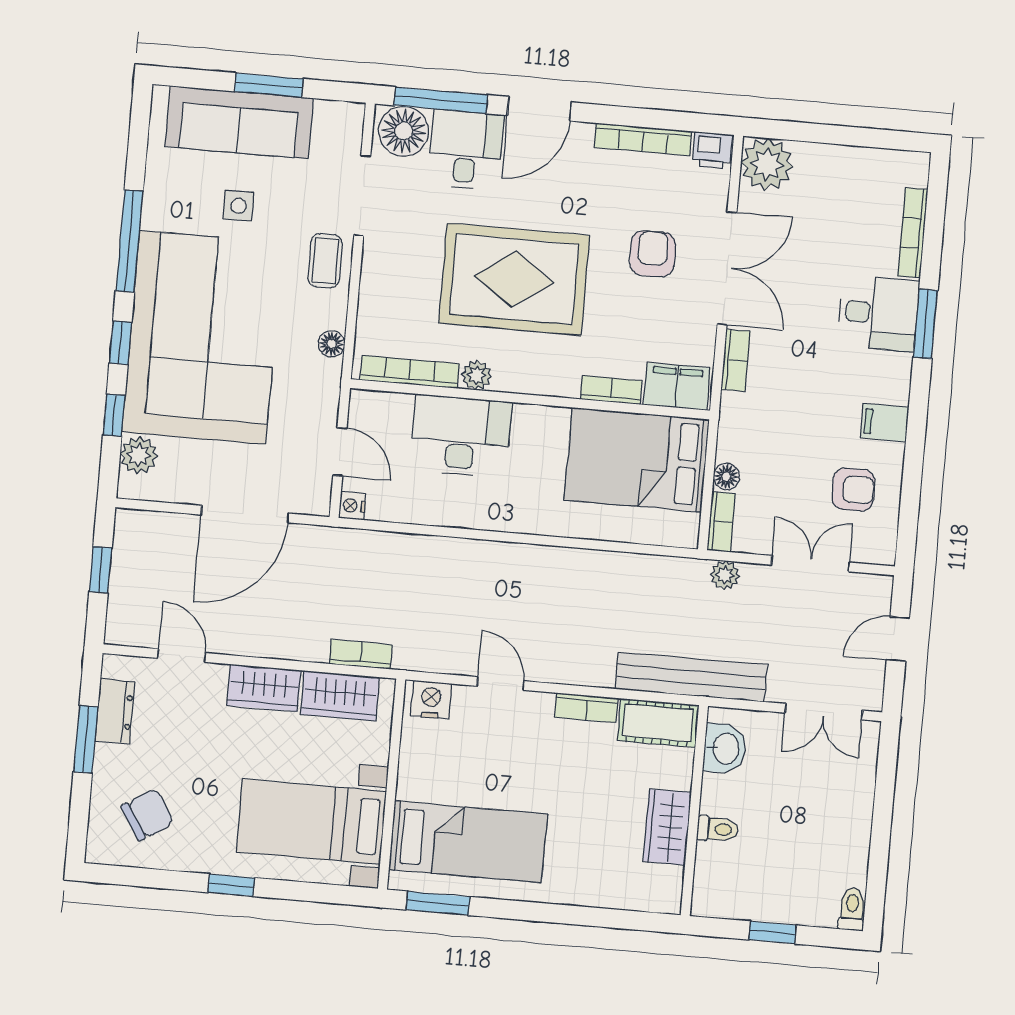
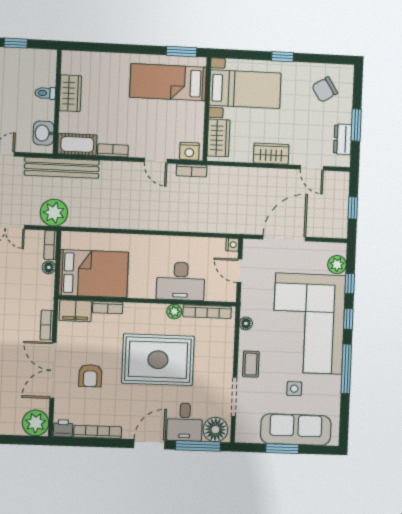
plant: (725, 575) -> (54, 213), width x1.88, depth x1.88
bookcase: (361, 654) -> (192, 170), moved
wardrobe: (340, 696) -> (218, 138), moved, turned 90

